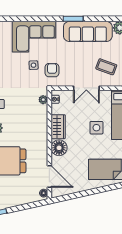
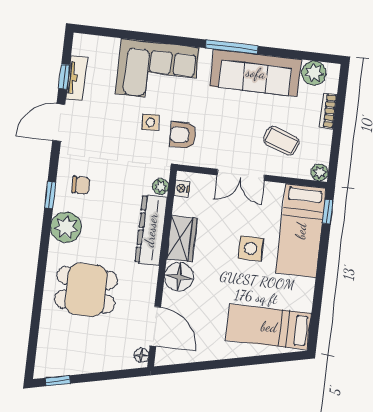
window: (73, 19) -> (232, 47), width x1.44
armchair: (52, 70) -> (183, 135), turned -90
dresser: (41, 124) -> (151, 230), added

